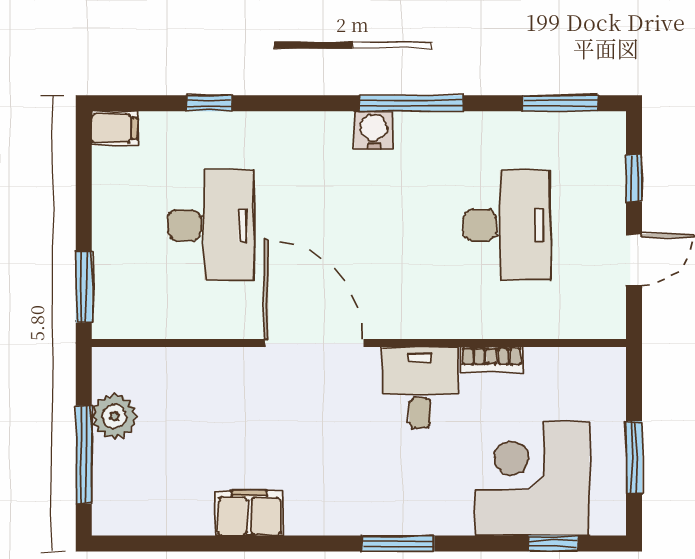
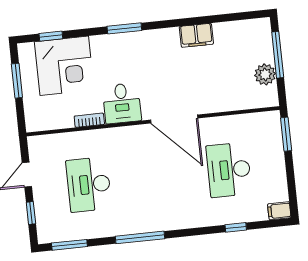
water cooler: (374, 130) -> (157, 223), removed

